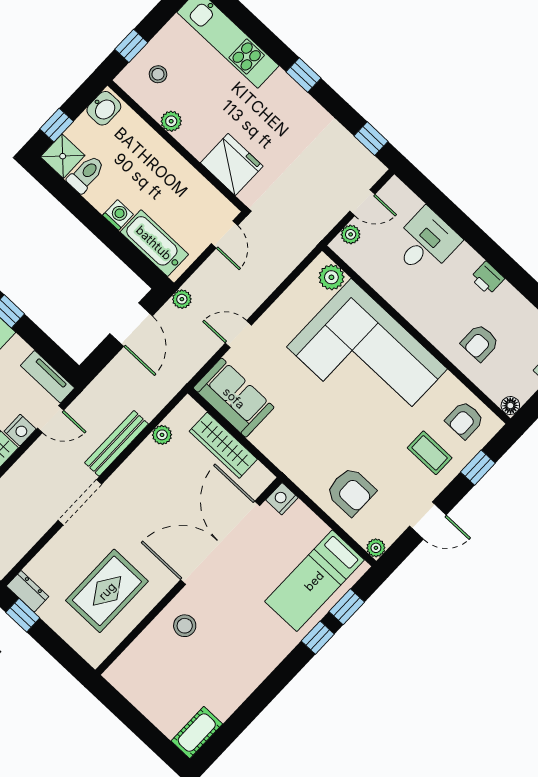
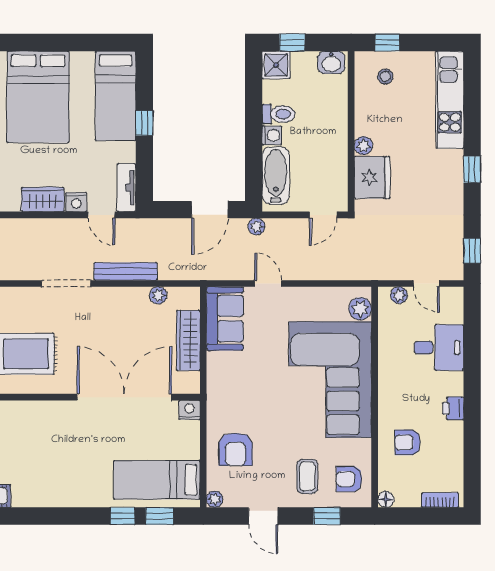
plant: (171, 121) -> (363, 146), moved
toilet: (86, 174) -> (279, 114), moved
stool: (185, 626) -> (50, 424), removed

